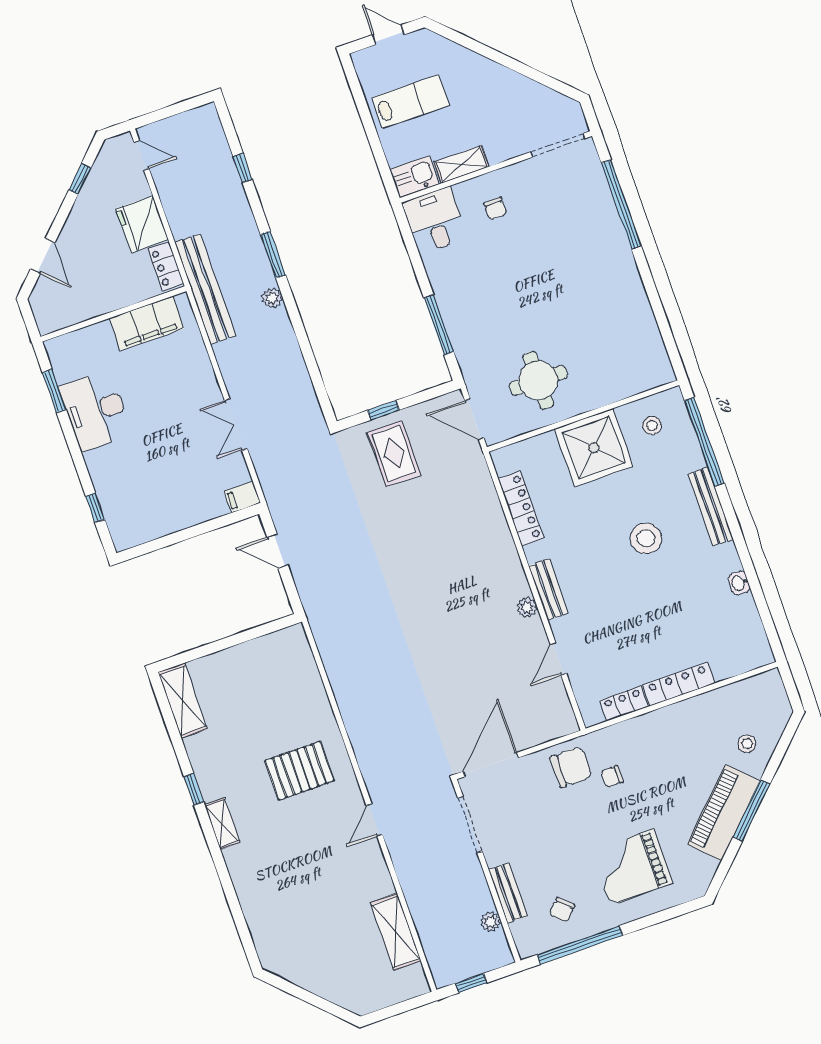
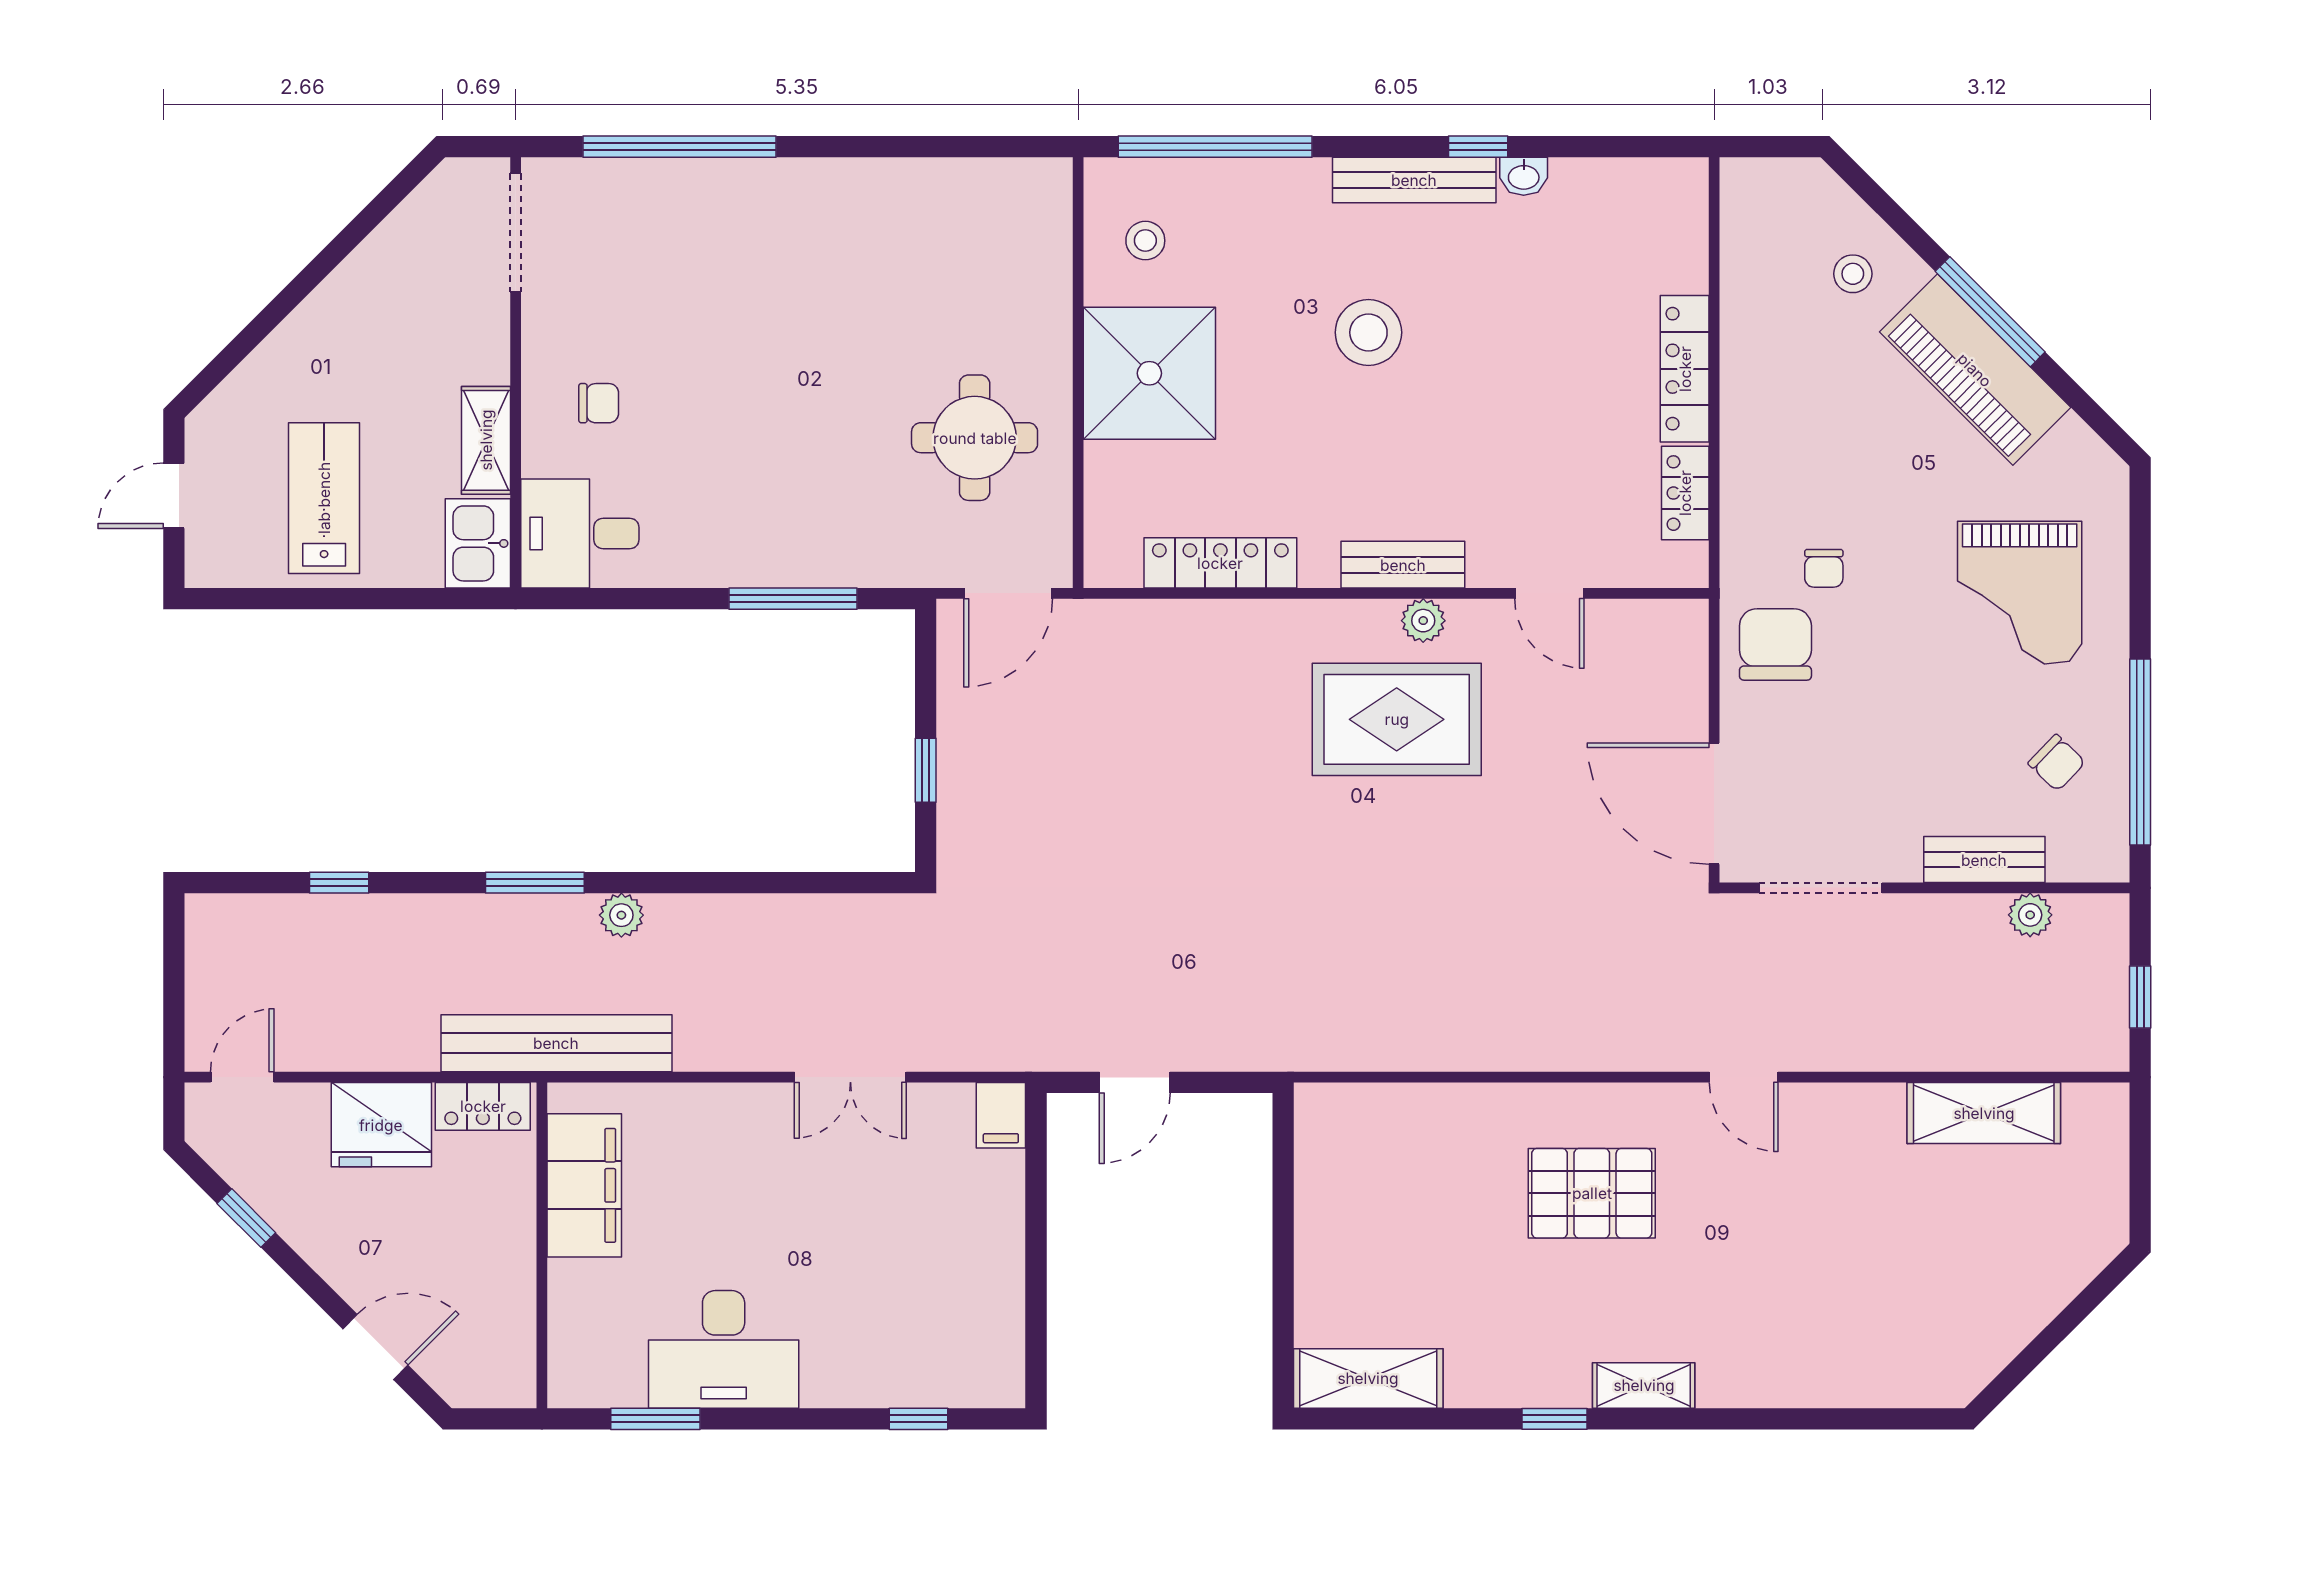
rug: (394, 454) -> (1397, 719), moved, width x1.36, depth x1.43
bench: (711, 507) -> (1414, 180), moved
window: (745, 558) -> (1478, 147), added
pallet: (299, 771) -> (1592, 1193), turned 90

